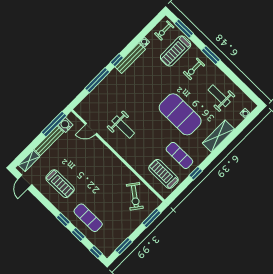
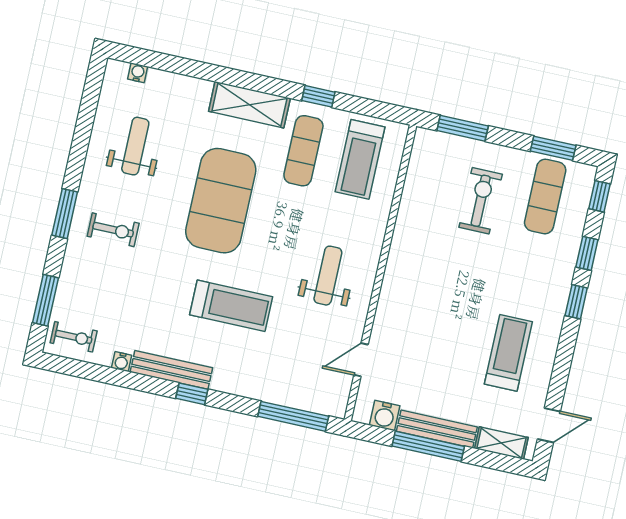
treadmill: (176, 51) -> (231, 306), moved
window: (97, 80) -> (293, 416), moved
weight bench: (219, 96) -> (135, 146), turned 180
window: (54, 124) -> (428, 446), moved
weight bench: (123, 127) -> (328, 276), moved
door: (91, 129) -> (361, 360), swing flipped
shelving: (218, 136) -> (249, 105), moved
exercise bike: (135, 196) -> (481, 201), moved, turned -37
exercise mat: (88, 218) -> (545, 196), moved

